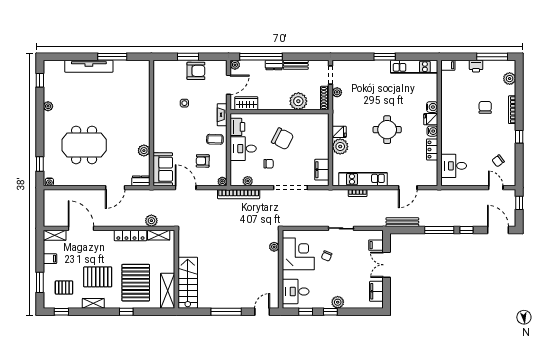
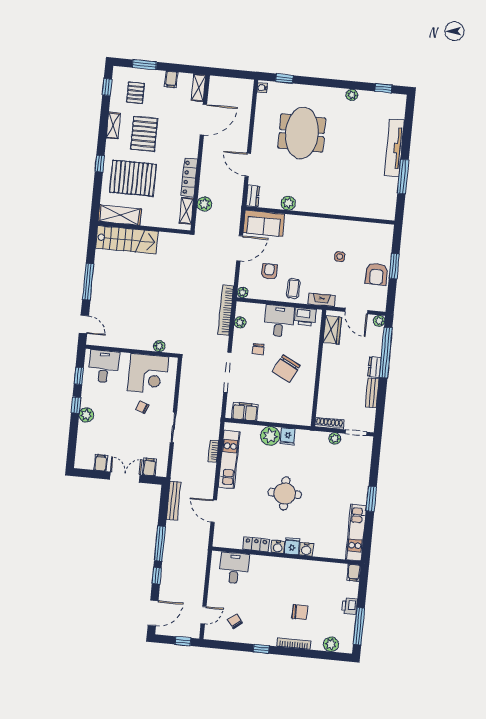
plant: (298, 101) -> (329, 392), removed
filing cabinet: (376, 291) -> (101, 463), width x0.50

